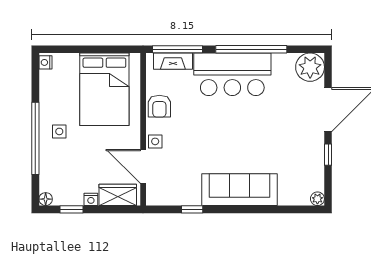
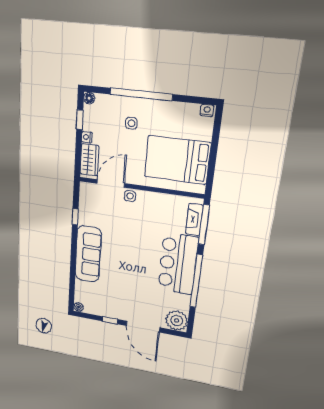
armchair: (159, 106) -> (158, 203), removed
side table: (59, 131) -> (132, 123), moved

